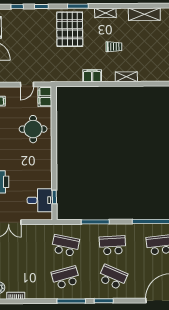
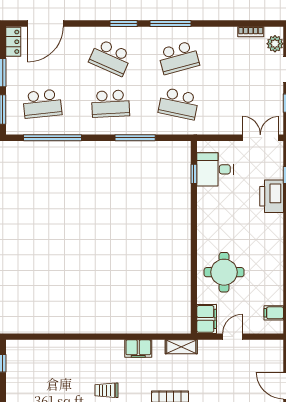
shelving: (126, 77) -> (181, 347), moved

